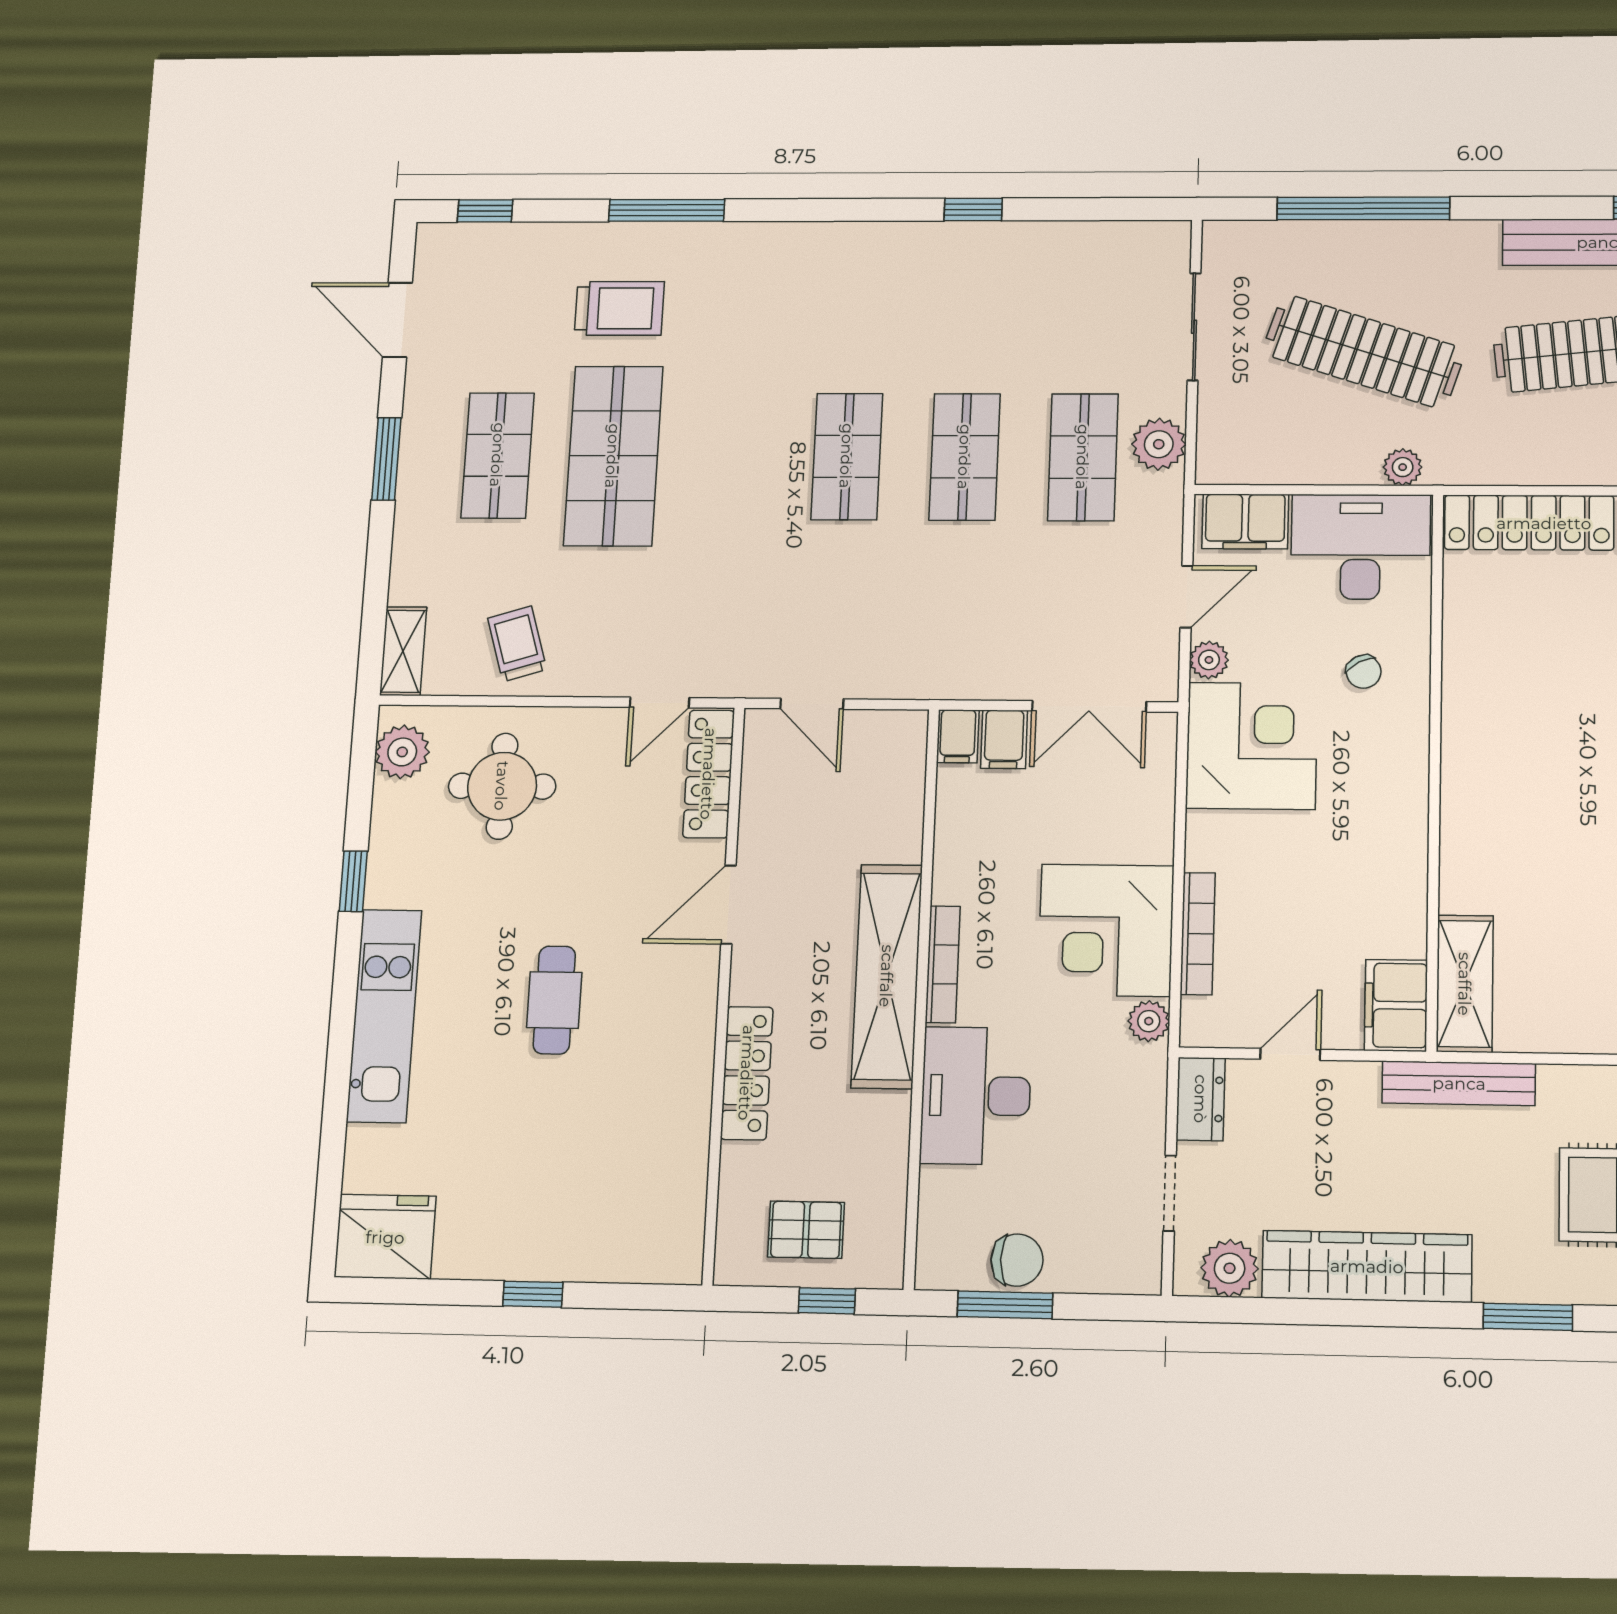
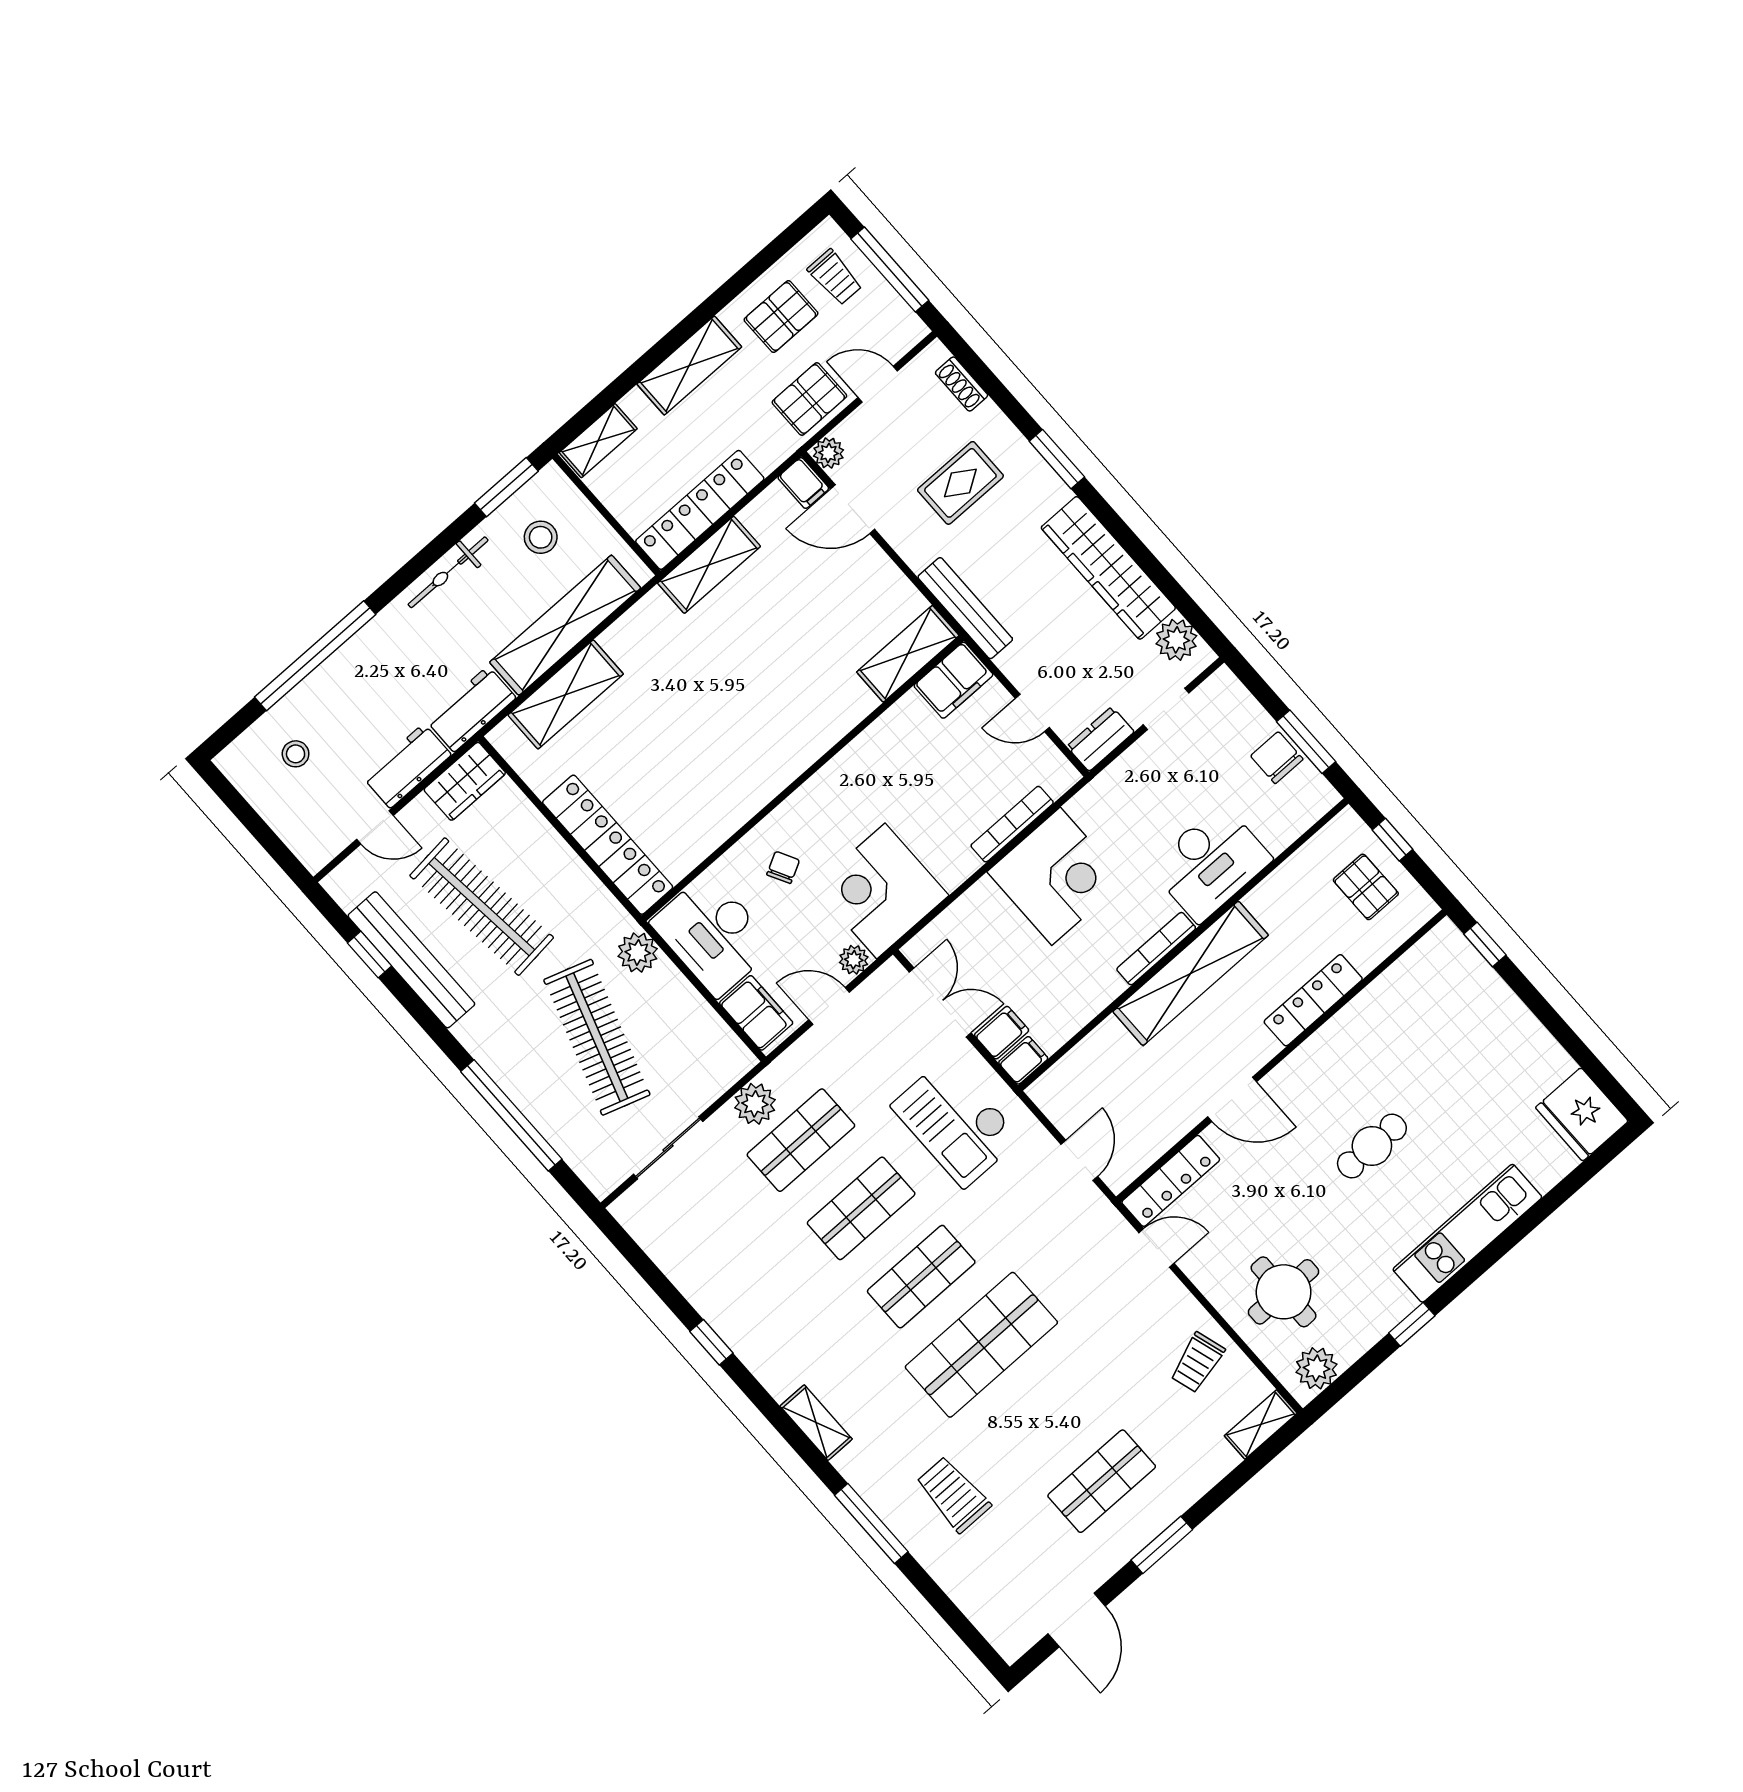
window: (485, 211) -> (967, 1632), removed
shelving: (807, 241) -> (816, 1423), added
shop shelf: (613, 456) -> (981, 1345), moved
plant: (1403, 467) -> (638, 953), width x1.38, depth x1.38
checkout: (960, 619) -> (956, 1122), added
plant: (1149, 1021) -> (1084, 806), removed
window: (533, 1294) -> (1485, 944), moved

